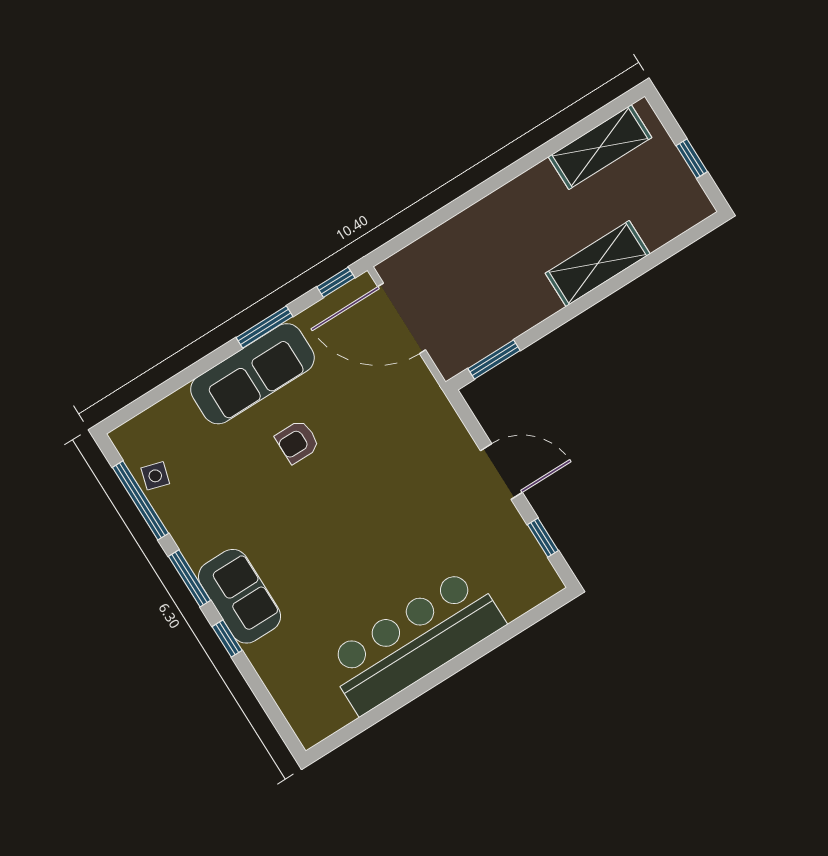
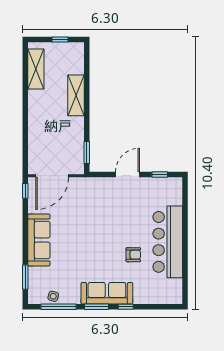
window: (264, 327) -> (25, 277), moved
armchair: (297, 442) -> (133, 255), moved, turned -90
sofa: (240, 596) -> (107, 293), width x1.36

